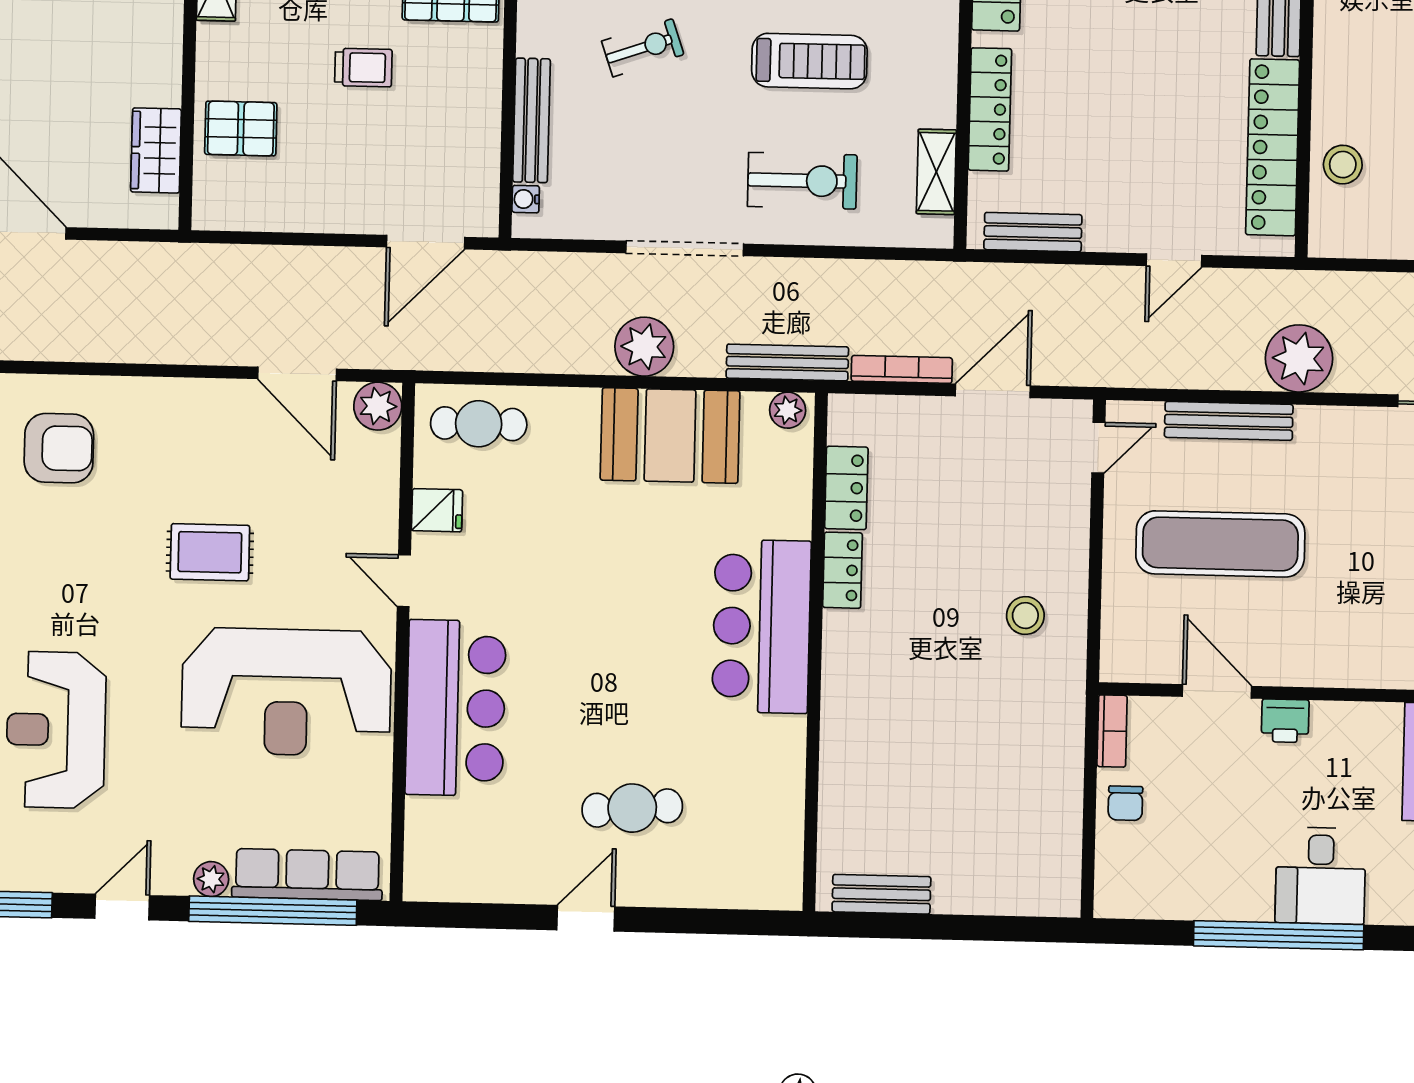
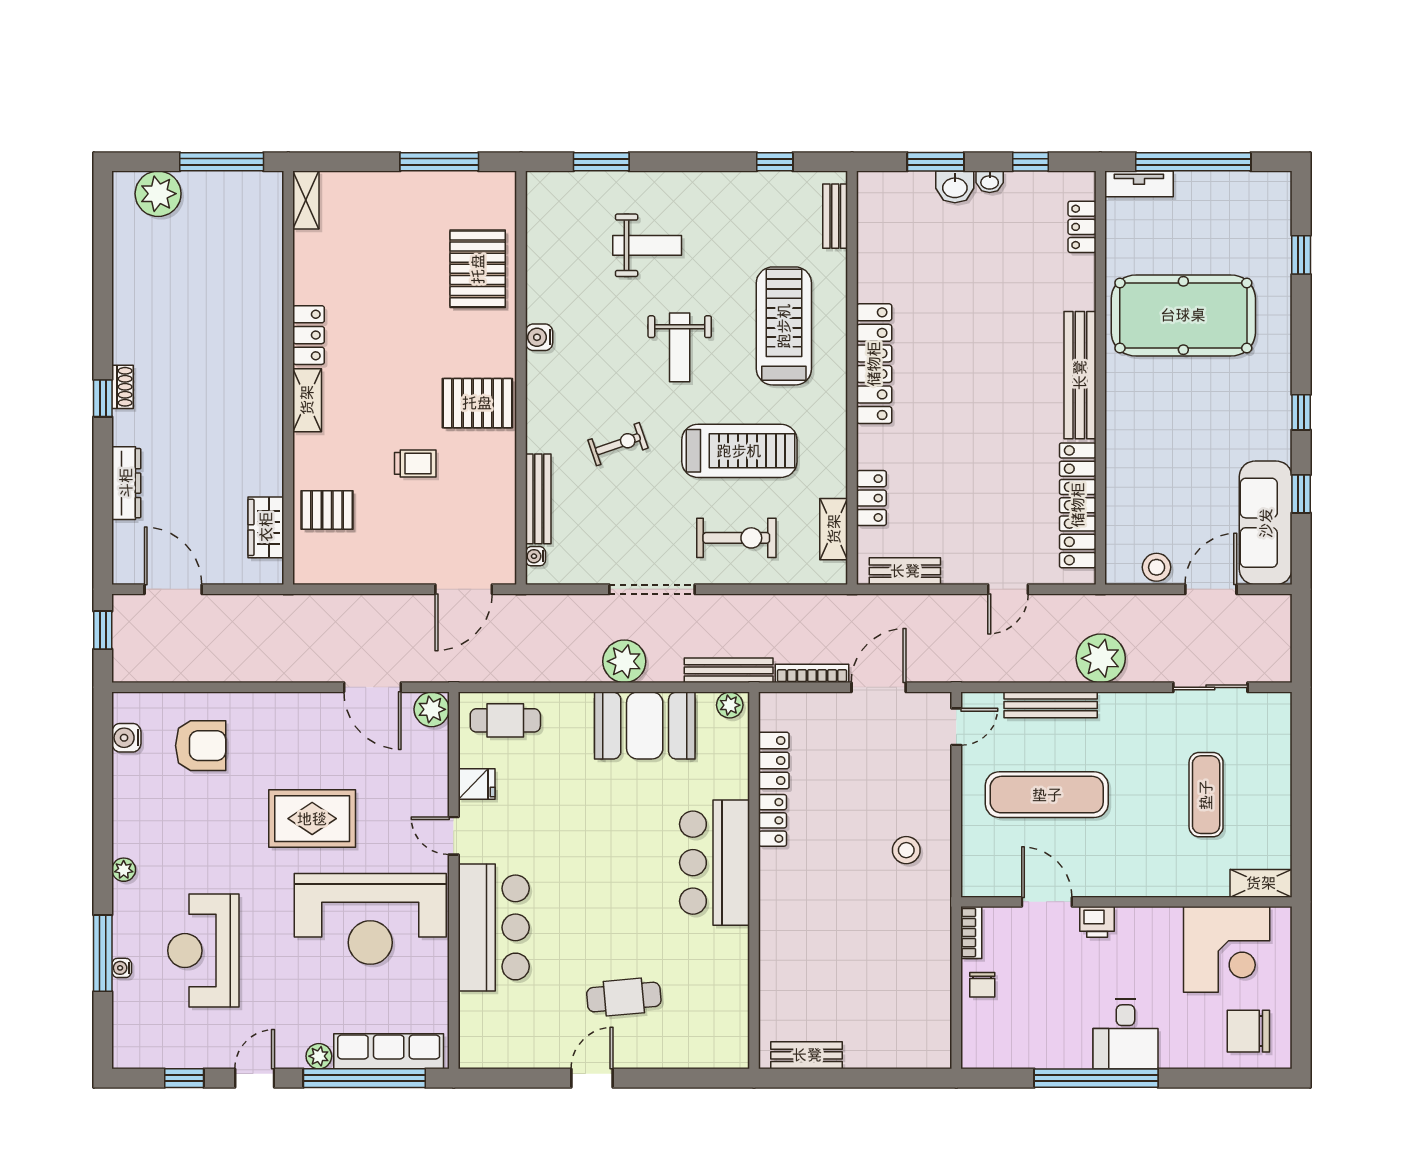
treadmill: (809, 61) -> (739, 451), width x1.37, depth x1.38
locker: (990, 109) -> (871, 498), width x0.66
stool: (1343, 165) -> (1157, 567), moved
rug: (210, 552) -> (312, 819), width x1.36, depth x1.43

